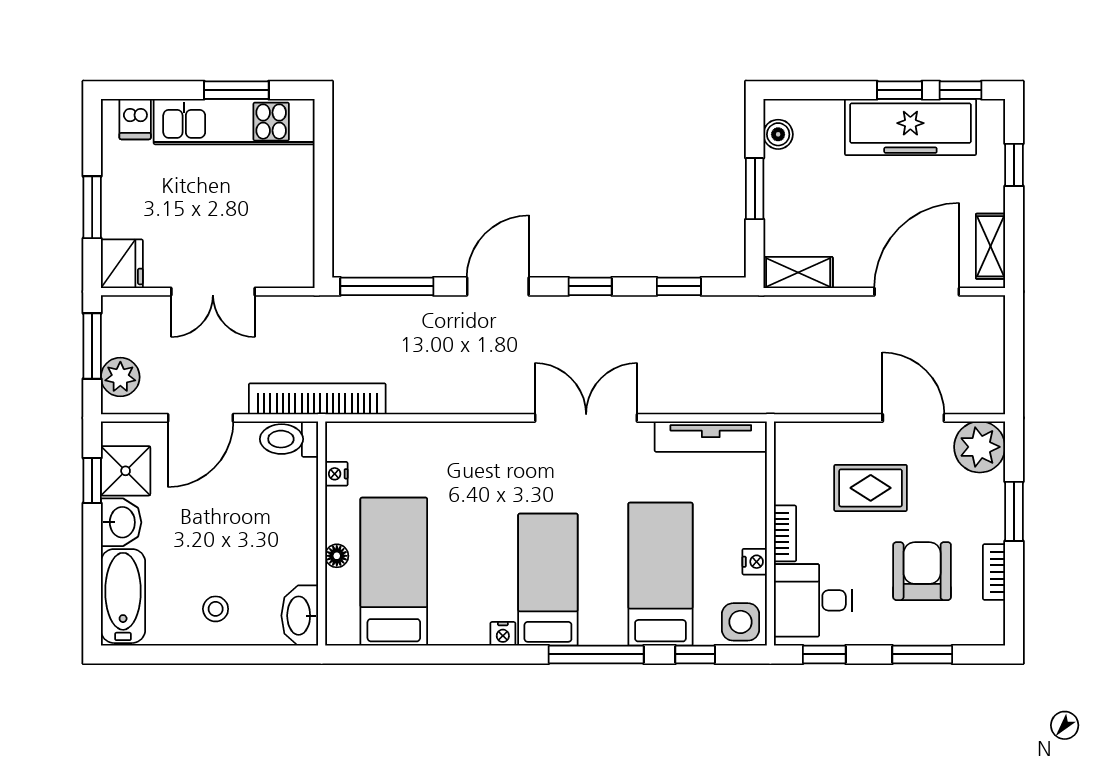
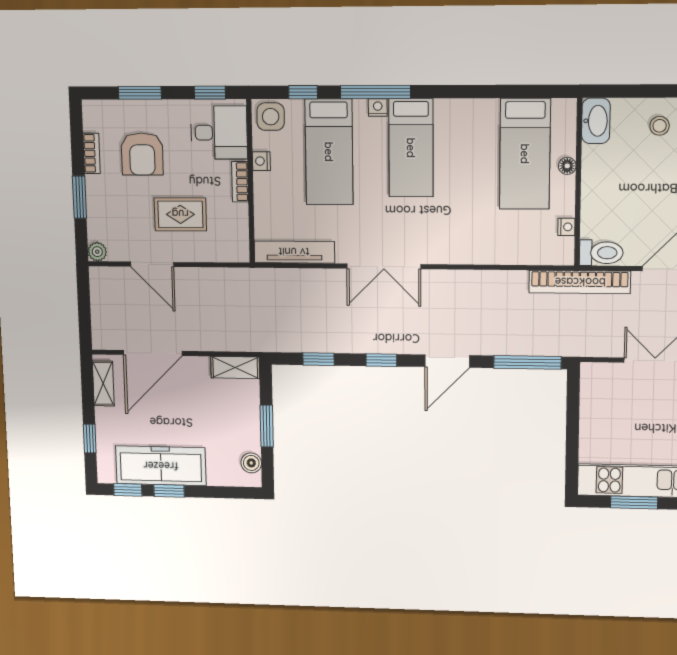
plant: (980, 447) -> (97, 252), width x0.53, depth x0.53
nightstand: (503, 634) -> (378, 107), moved

